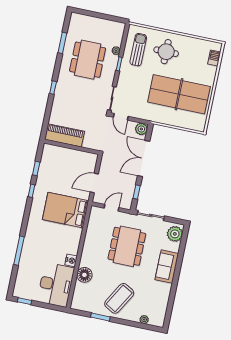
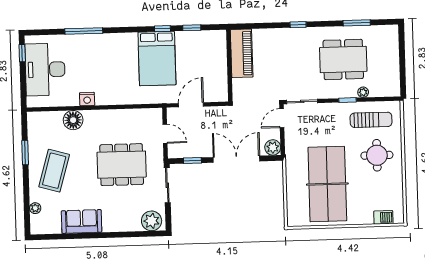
door: (94, 183) -> (191, 105), hinge flipped
bed: (66, 210) -> (157, 59), moved, turned 180
sofa: (167, 267) -> (82, 221), moved
desk: (56, 285) -> (45, 69), moved, turned 90
coffee table: (119, 298) -> (54, 171), turned 76

